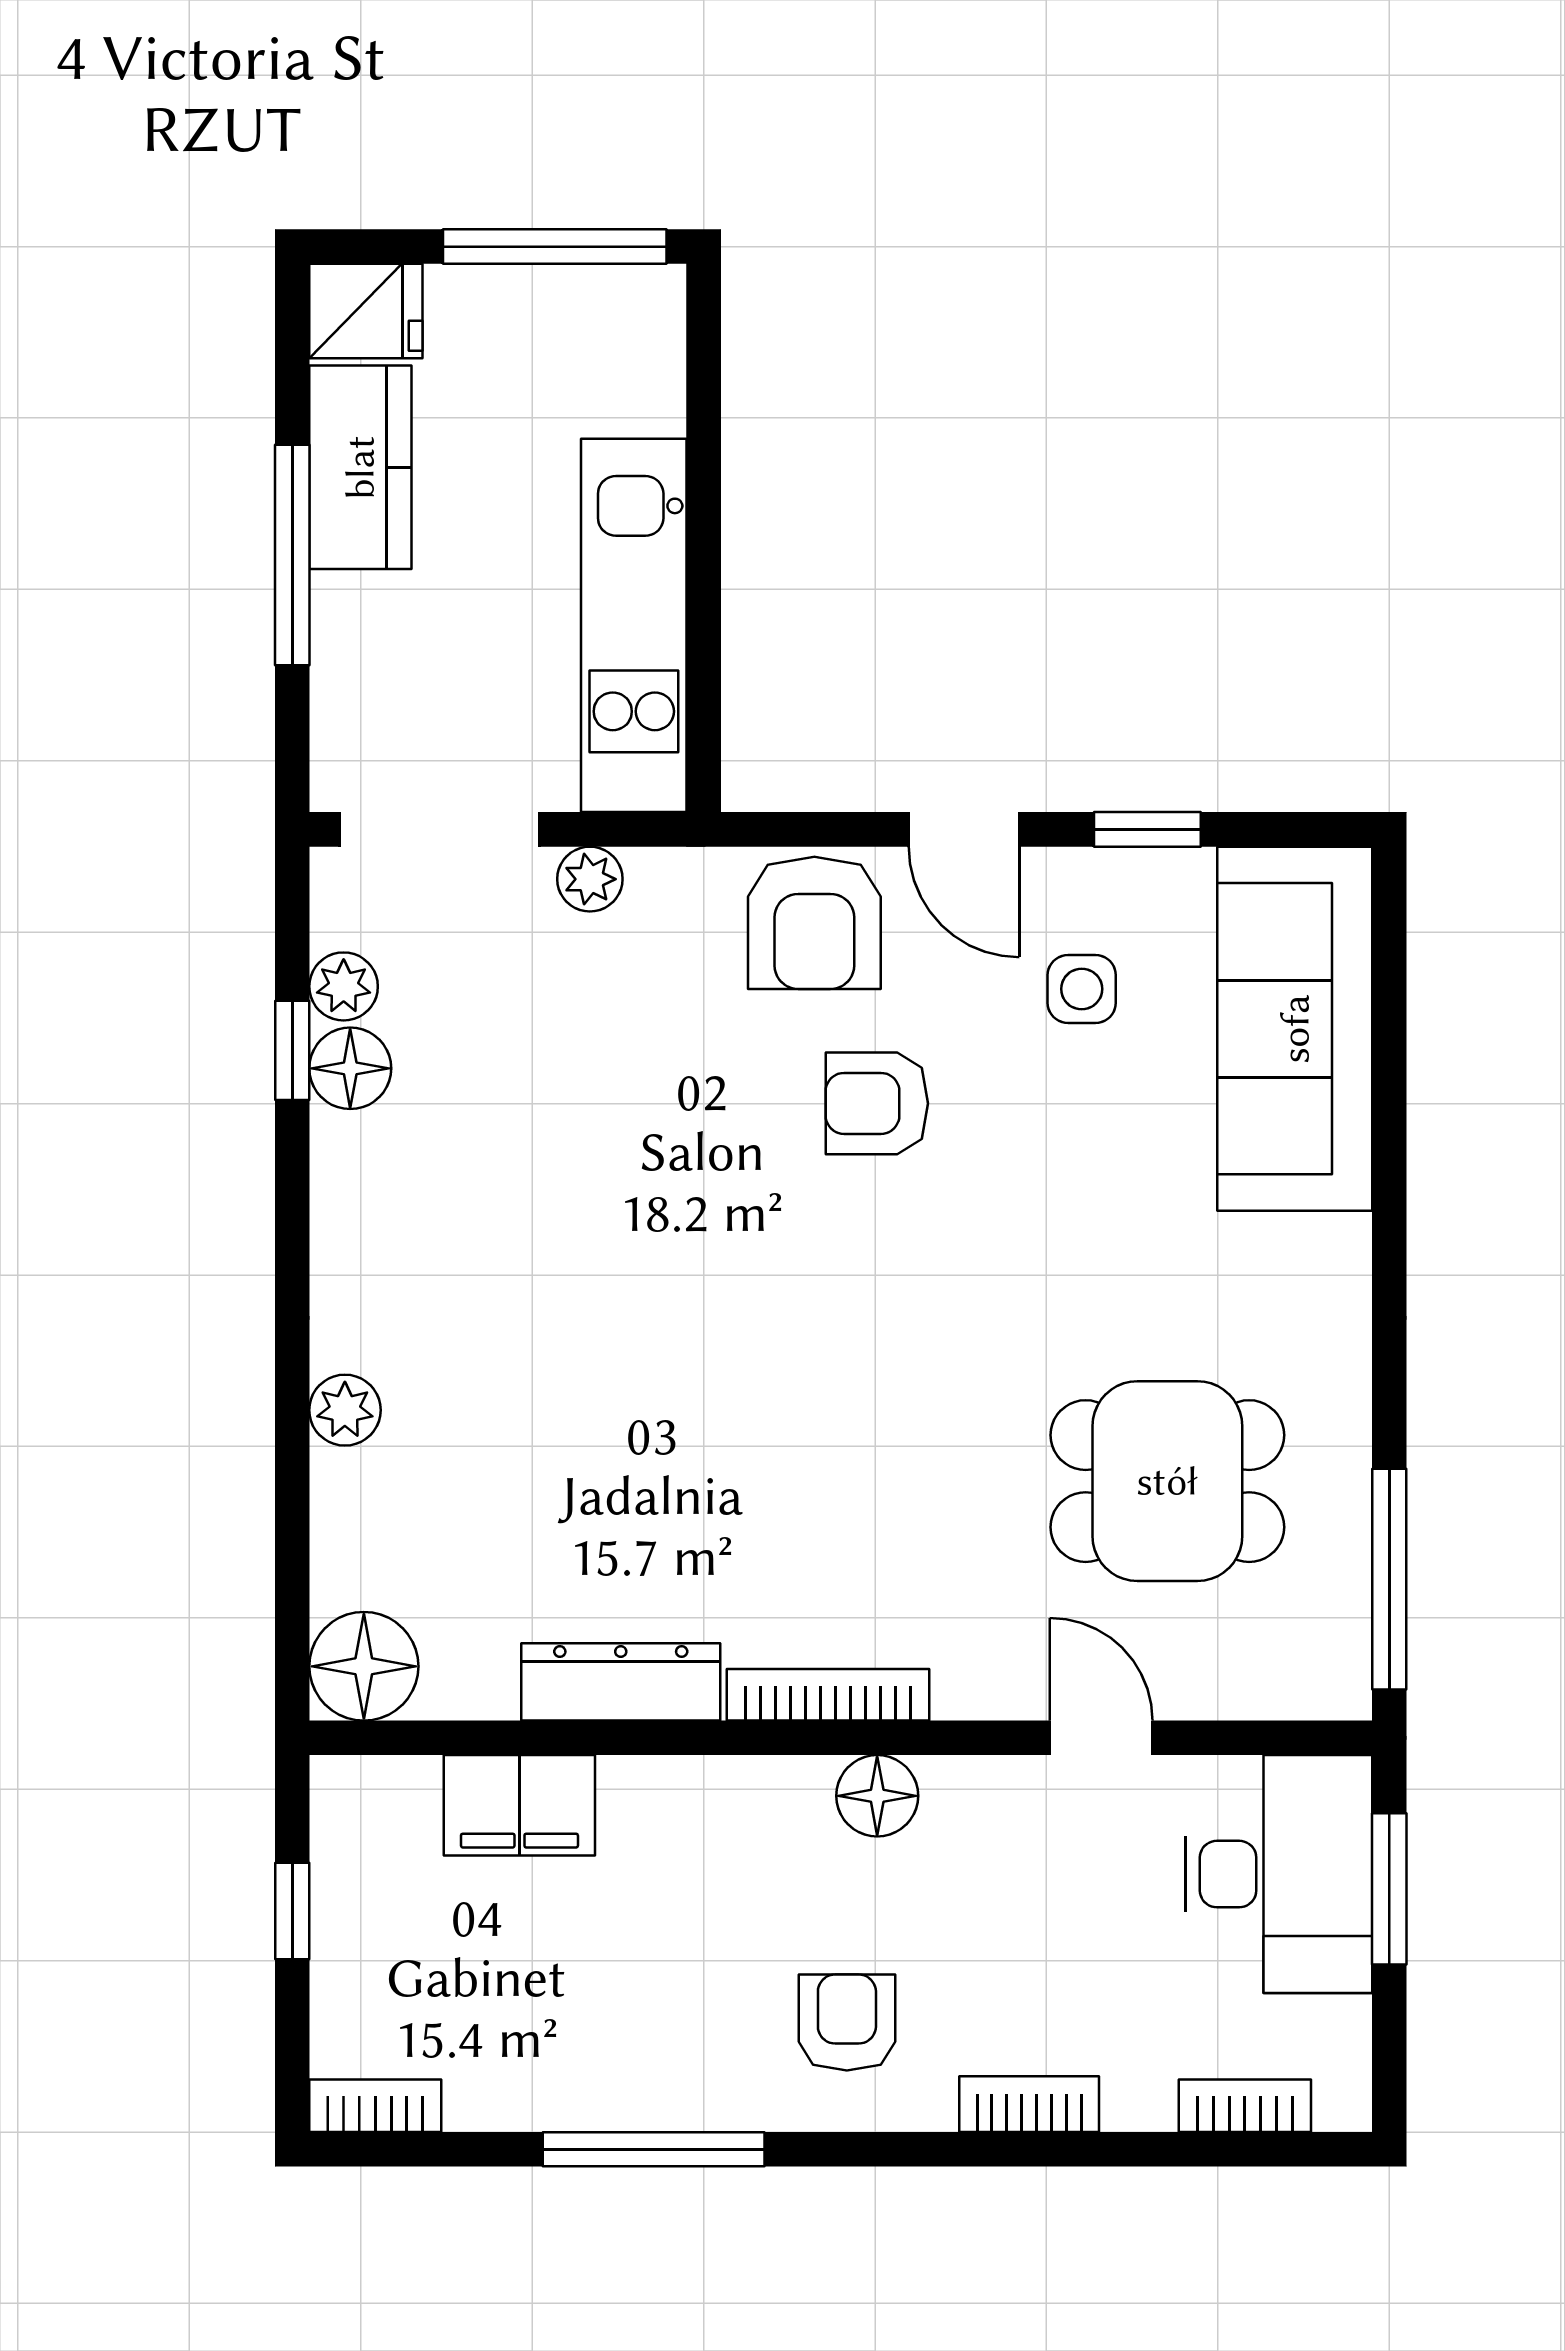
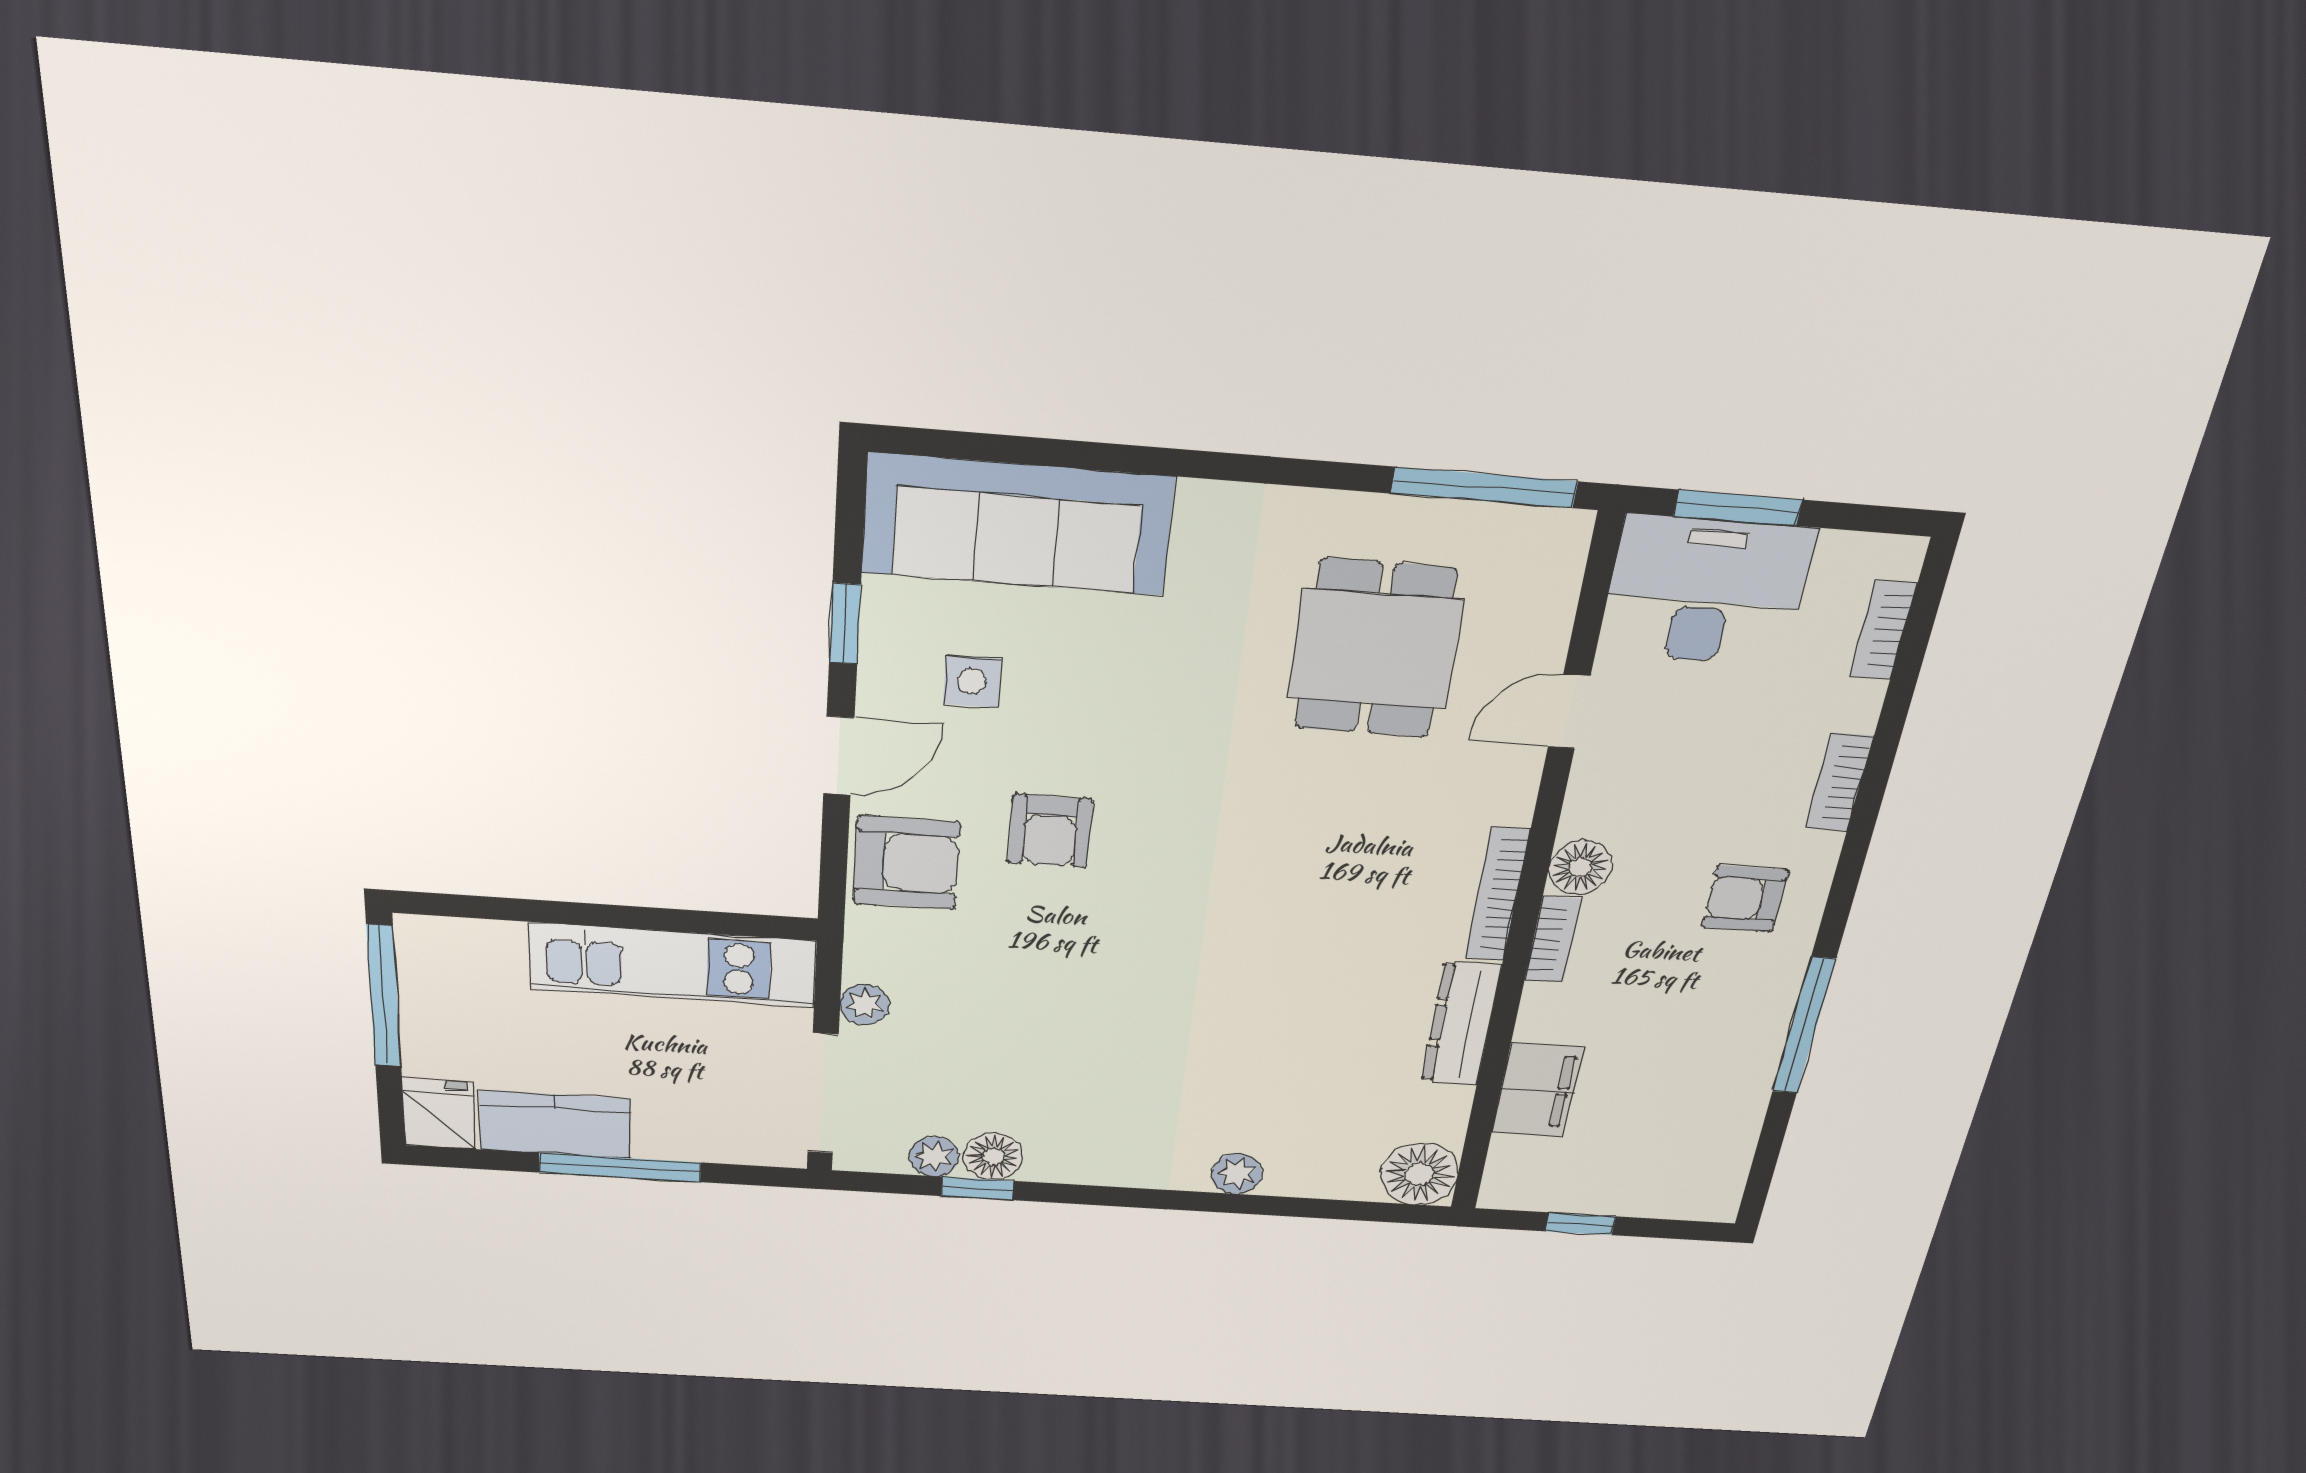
bookcase: (375, 2106) -> (1553, 940), moved, turned 180

